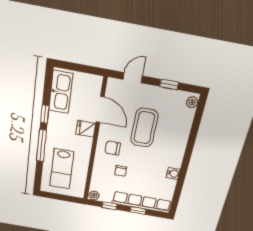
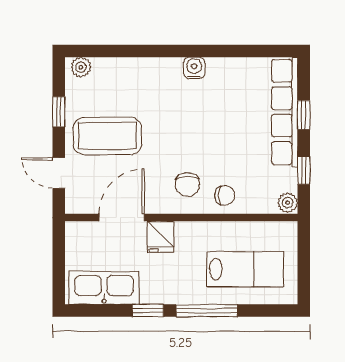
coffee table: (144, 128) -> (107, 136), moved
chair: (121, 171) -> (225, 196), moved
water cooler: (173, 173) -> (194, 68), moved

